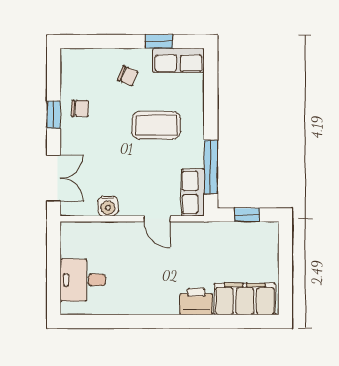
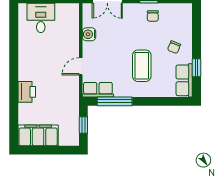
filing cabinet: (245, 299) -> (38, 135), moved, turned -90

